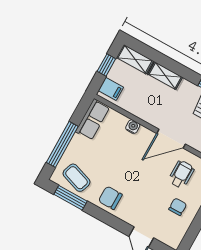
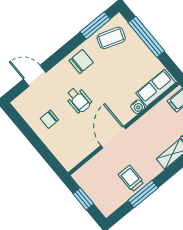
row of seats: (93, 119) -> (156, 88), moved, turned 90
wheelchair: (181, 174) -> (79, 100), moved
chair: (178, 207) -> (49, 119), turned 90

